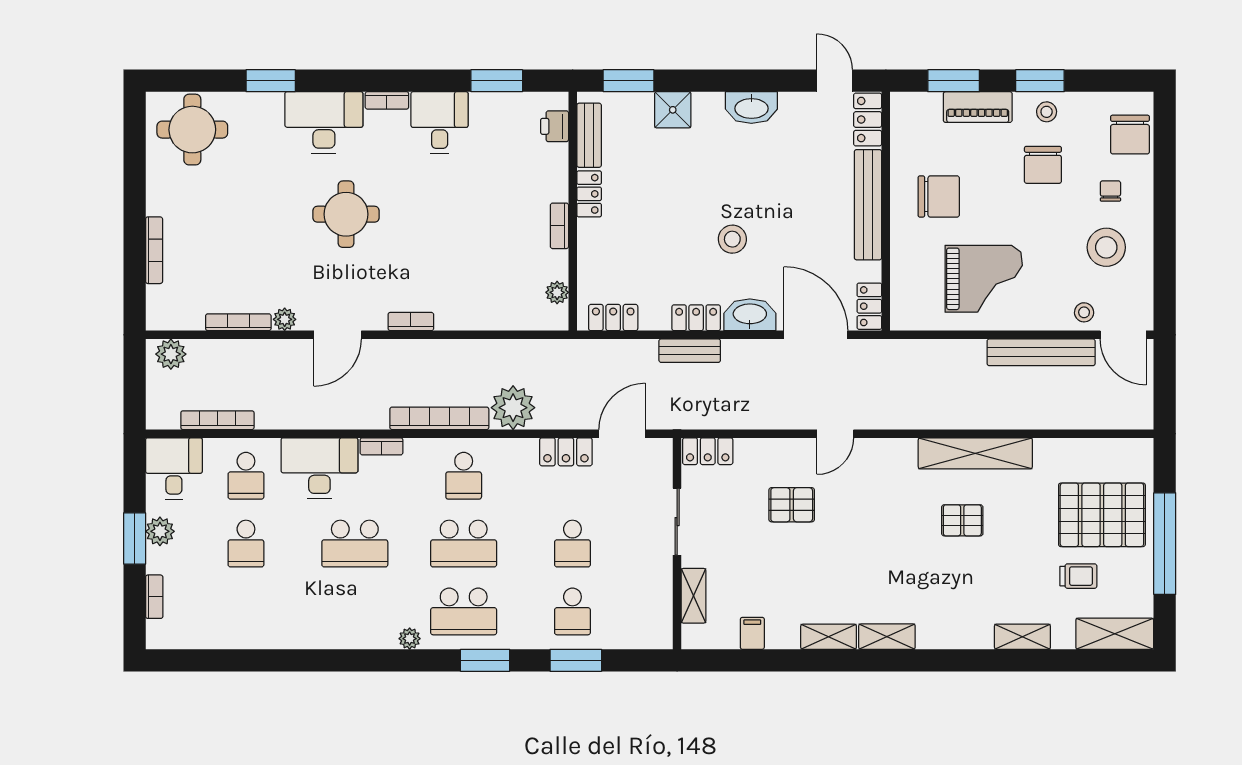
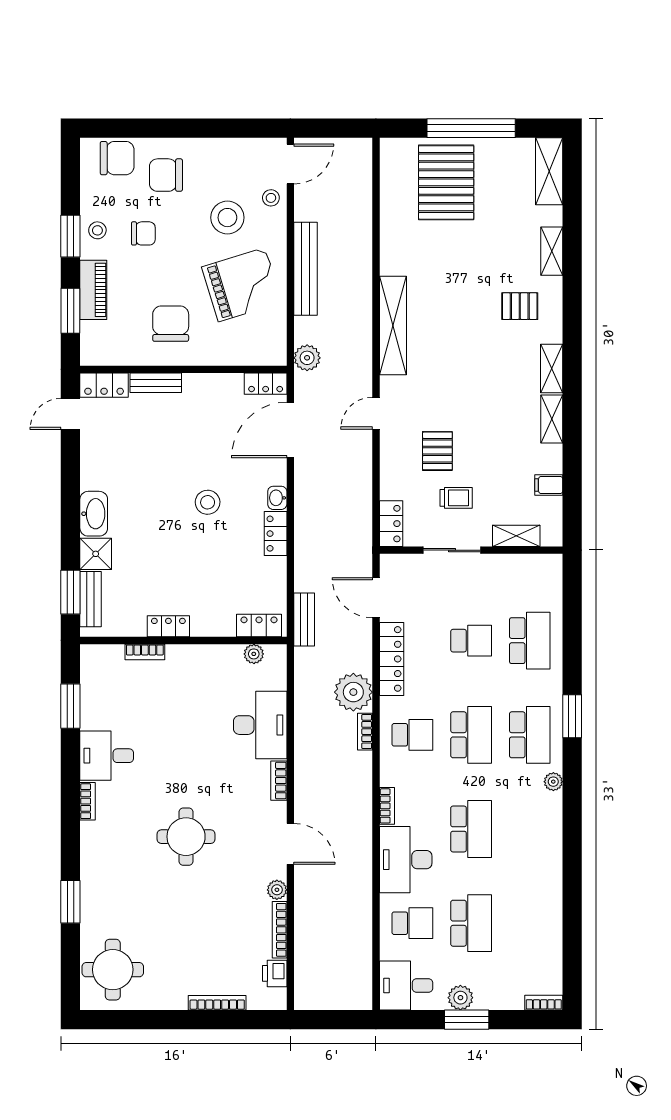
washbasin: (751, 108) -> (94, 514), moved
desk: (324, 122) -> (260, 725), moved, turned 180
printer: (555, 126) -> (275, 973), moved, turned 90
bench: (589, 135) -> (91, 599), moved, turned 90
chair: (1043, 165) -> (143, 233), width x0.73, depth x0.73
chair: (1110, 191) -> (166, 175), width x1.87, depth x1.87
bench: (868, 205) -> (156, 383), width x0.54, depth x0.82
bookcase: (559, 226) -> (145, 652), moved
stool: (1106, 247) -> (227, 218), moved
grand piano: (984, 279) -> (242, 285), turned 73
washbasin: (750, 315) -> (277, 498), width x0.52, depth x0.69
locker: (613, 318) -> (259, 626), moved, turned 90
bench: (690, 351) -> (304, 620), moved
bench: (1041, 352) -> (306, 269), moved
plant: (171, 354) -> (307, 358), moved
bookcase: (439, 418) -> (365, 732), width x0.43, depth x0.76
bookcase: (217, 420) -> (364, 948), removed
door: (835, 434) -> (376, 413), swing flipped
locker: (566, 452) -> (392, 659), width x1.53
shelving: (975, 453) -> (393, 325), moved
pallet: (962, 520) -> (520, 306), moved, turned 90
school desk: (246, 544) -> (471, 923), width x1.85
trolley: (1078, 576) -> (456, 498), moved, turned 90
bookcase: (154, 597) -> (544, 1003), moved
school desk: (572, 611) -> (530, 641), width x1.85
window: (576, 660) -> (572, 638), removed

